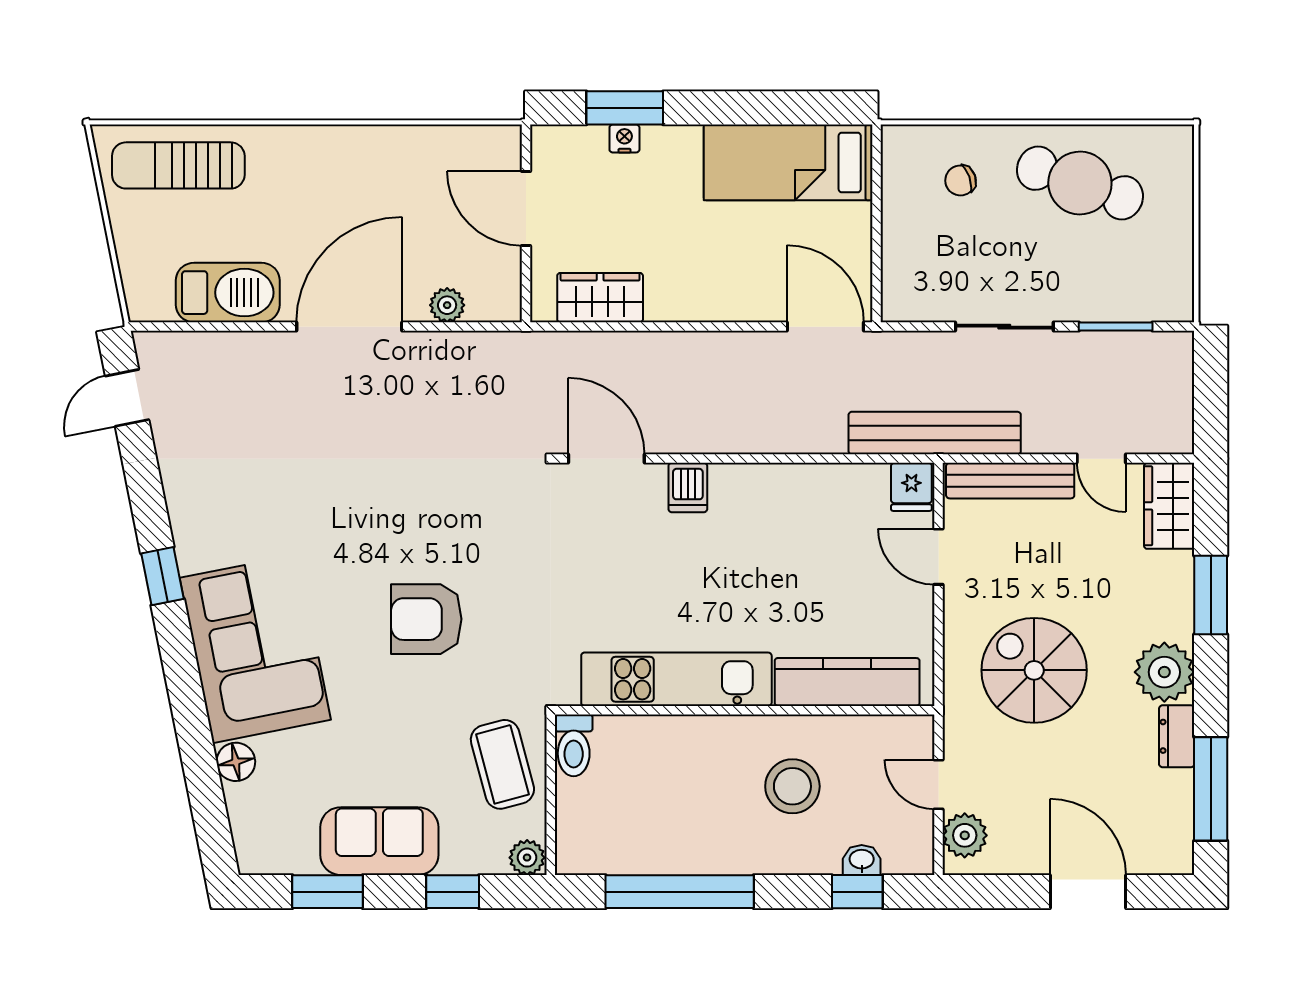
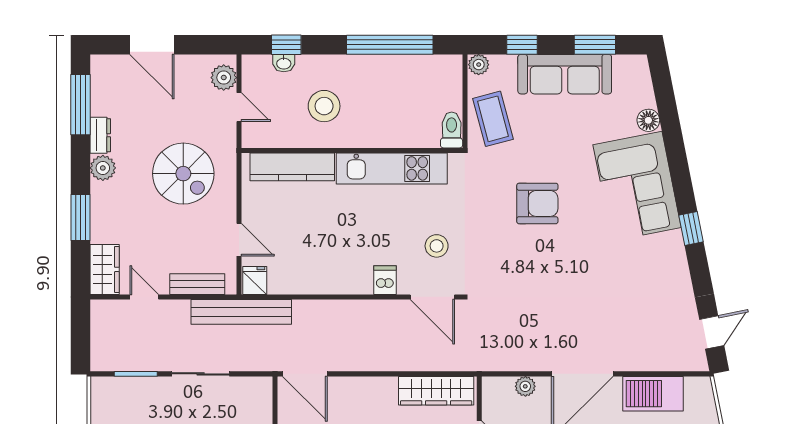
wardrobe: (600, 298) -> (436, 391), width x1.50
bench: (1010, 481) -> (197, 284), width x0.73
stool: (599, 546) -> (437, 246), added
plant: (1164, 672) -> (103, 168), width x0.73, depth x0.73
sofa: (379, 841) -> (565, 74), width x1.36

